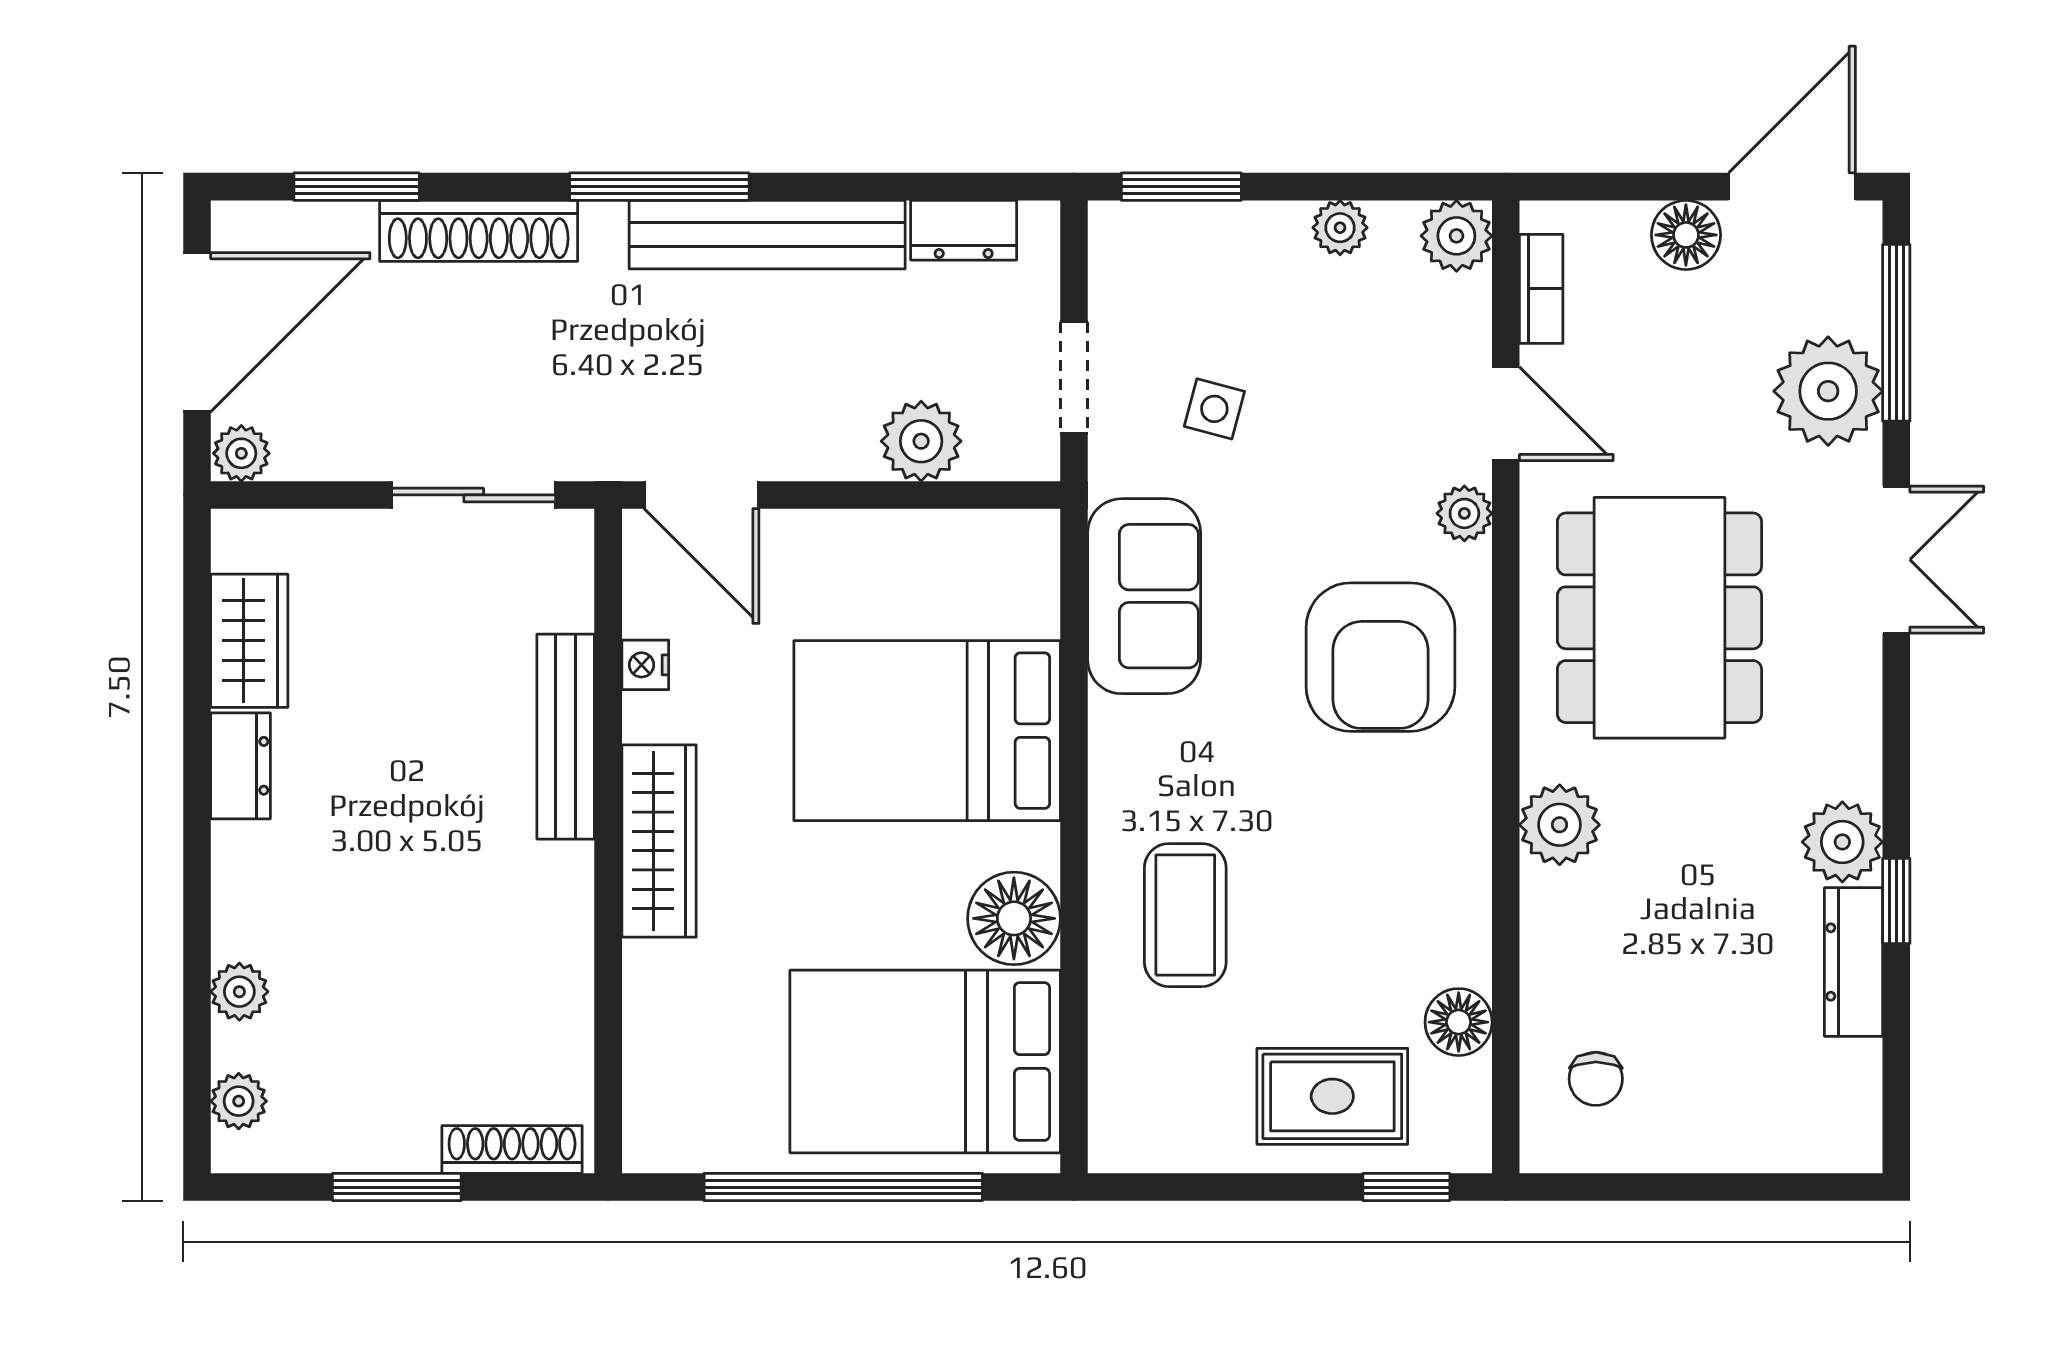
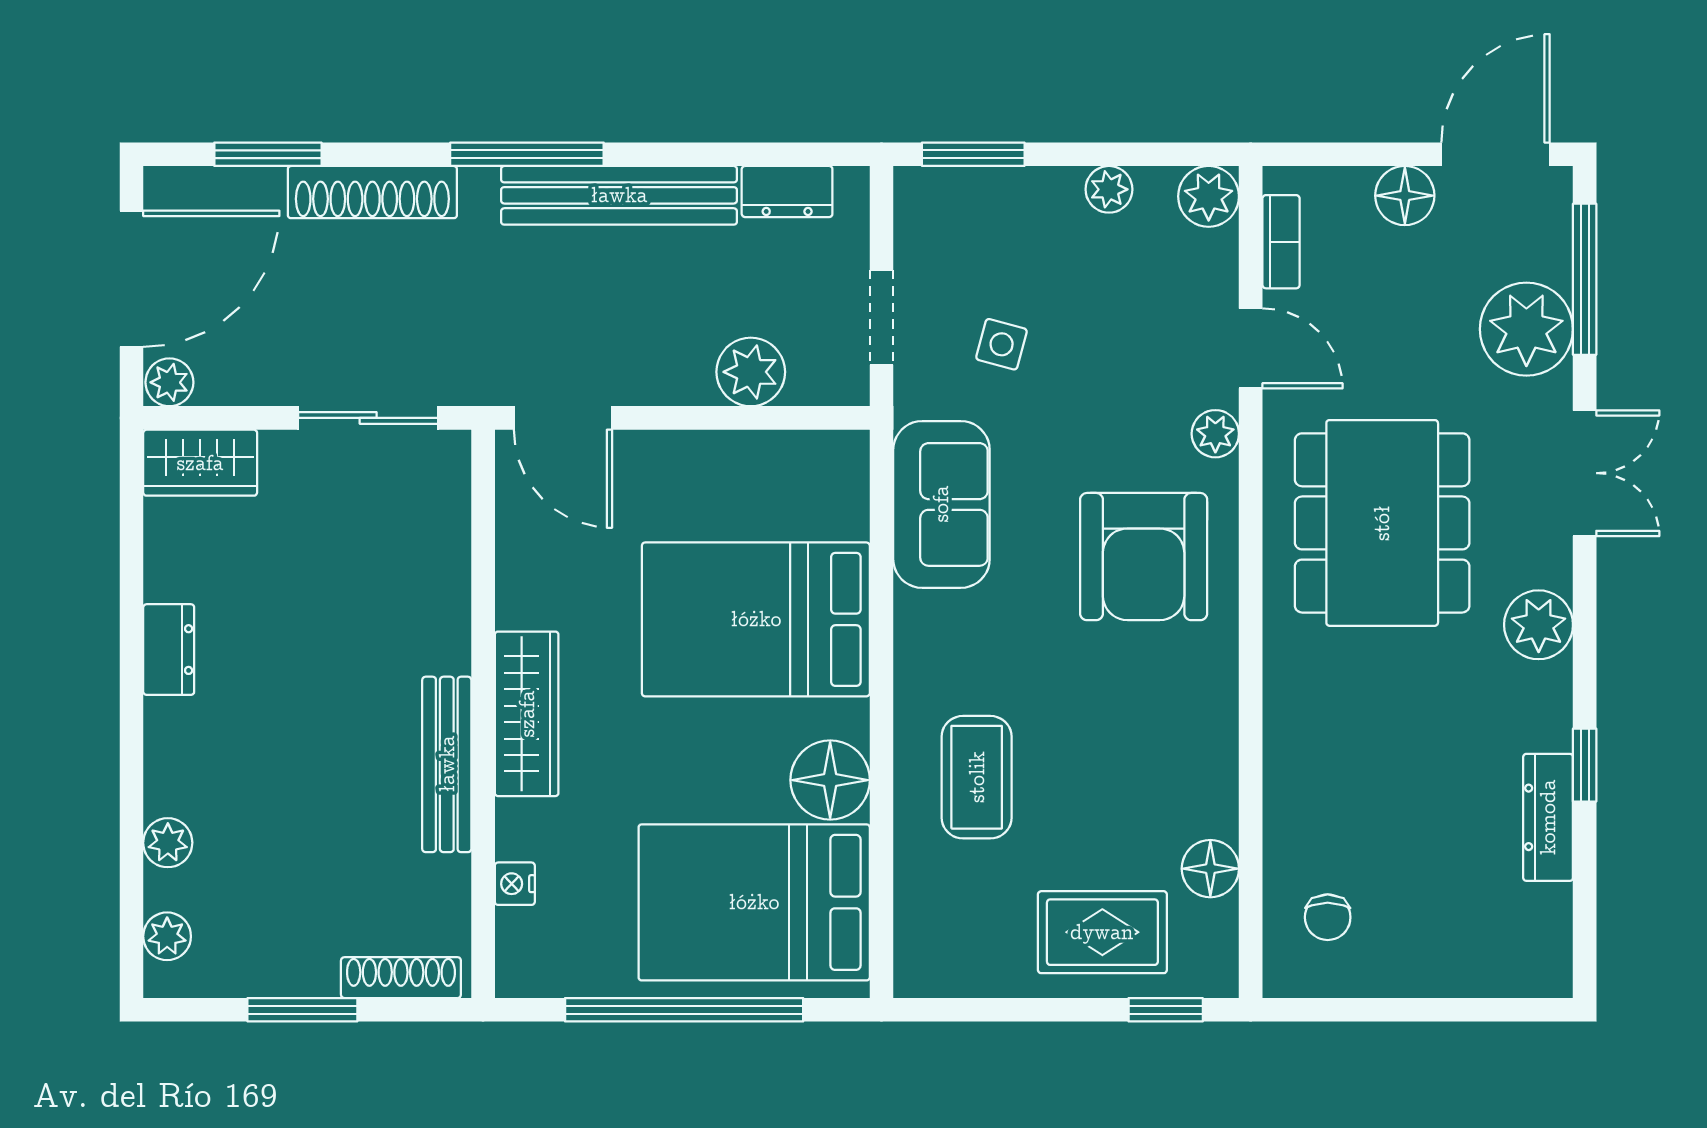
wardrobe: (249, 641) -> (200, 463), moved, turned 90
nightstand: (645, 665) -> (515, 884), moved
bench: (566, 737) -> (447, 764), moved
plant: (1560, 825) -> (1297, 700), removed
plant: (1842, 842) -> (1539, 625), moved

